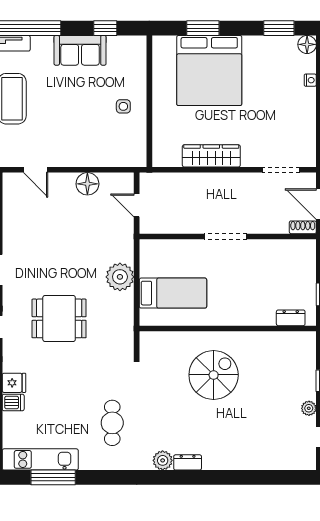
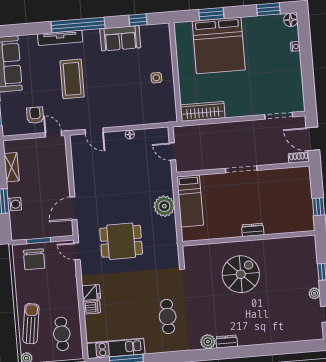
wardrobe: (211, 156) -> (203, 111), moved
floor lamp: (87, 184) -> (130, 135), width x0.53, depth x0.53
bed: (173, 293) -> (190, 201), moved, turned 90
dresser: (291, 318) -> (253, 230), moved

